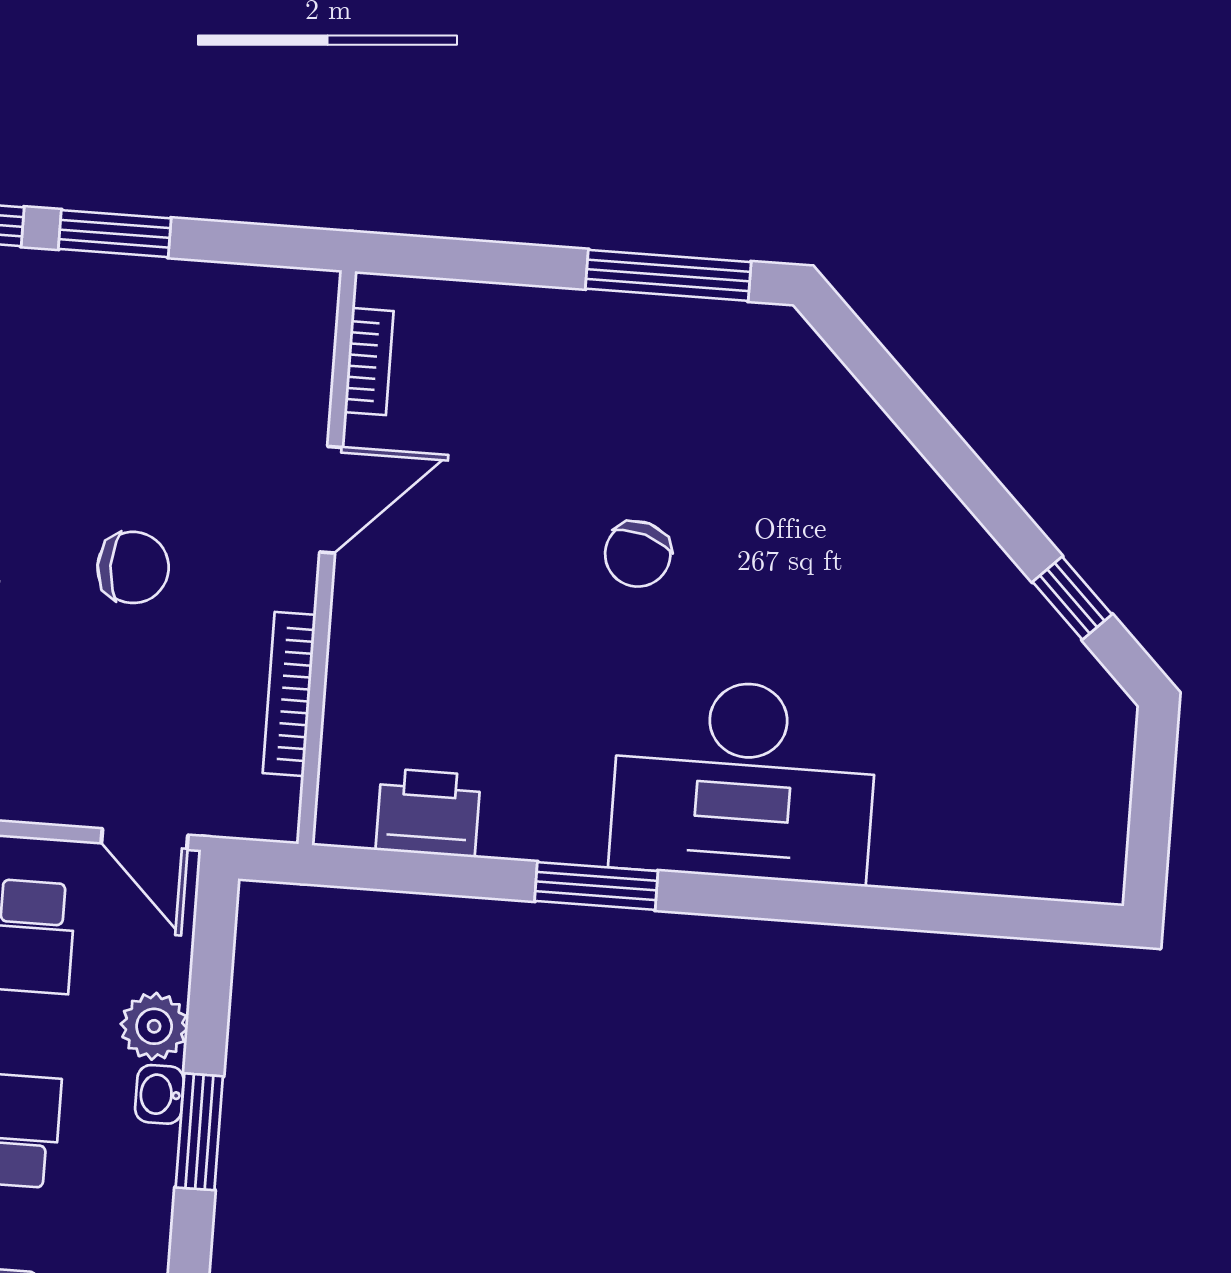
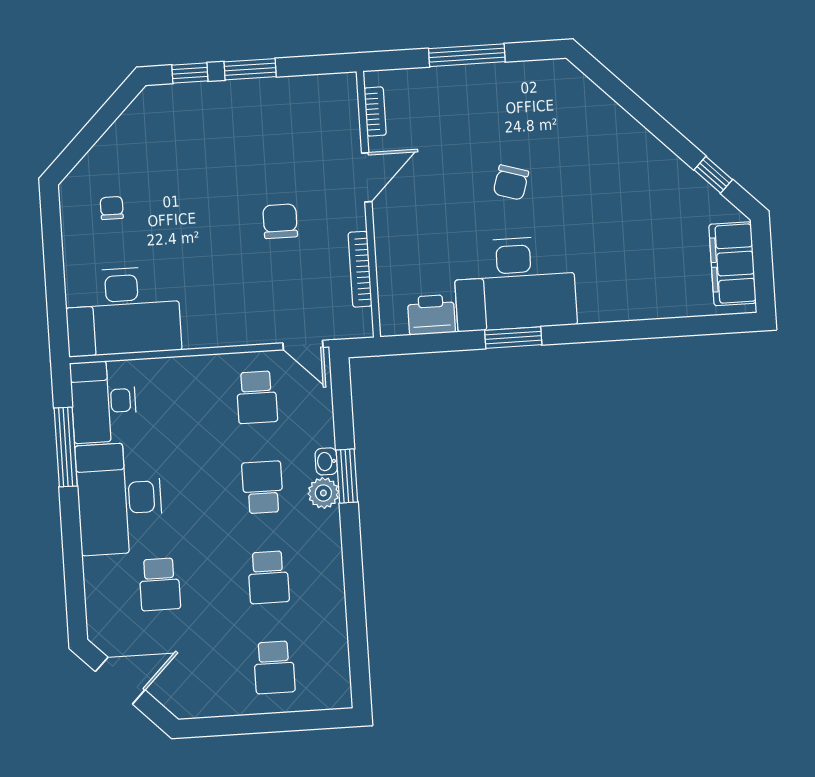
window: (668, 275) -> (467, 55), moved
chair: (133, 567) -> (280, 221), turned -90
desk: (744, 781) -> (515, 283), moved
filing cabinet: (1087, 794) -> (733, 264), added
plant: (154, 1026) -> (323, 493), moved

